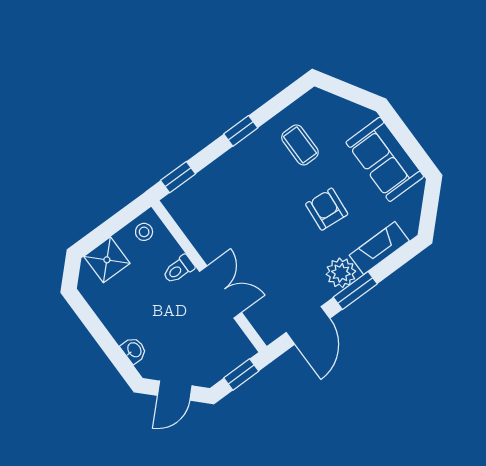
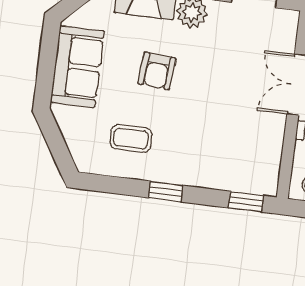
coffee table: (300, 145) -> (131, 138), turned 90

